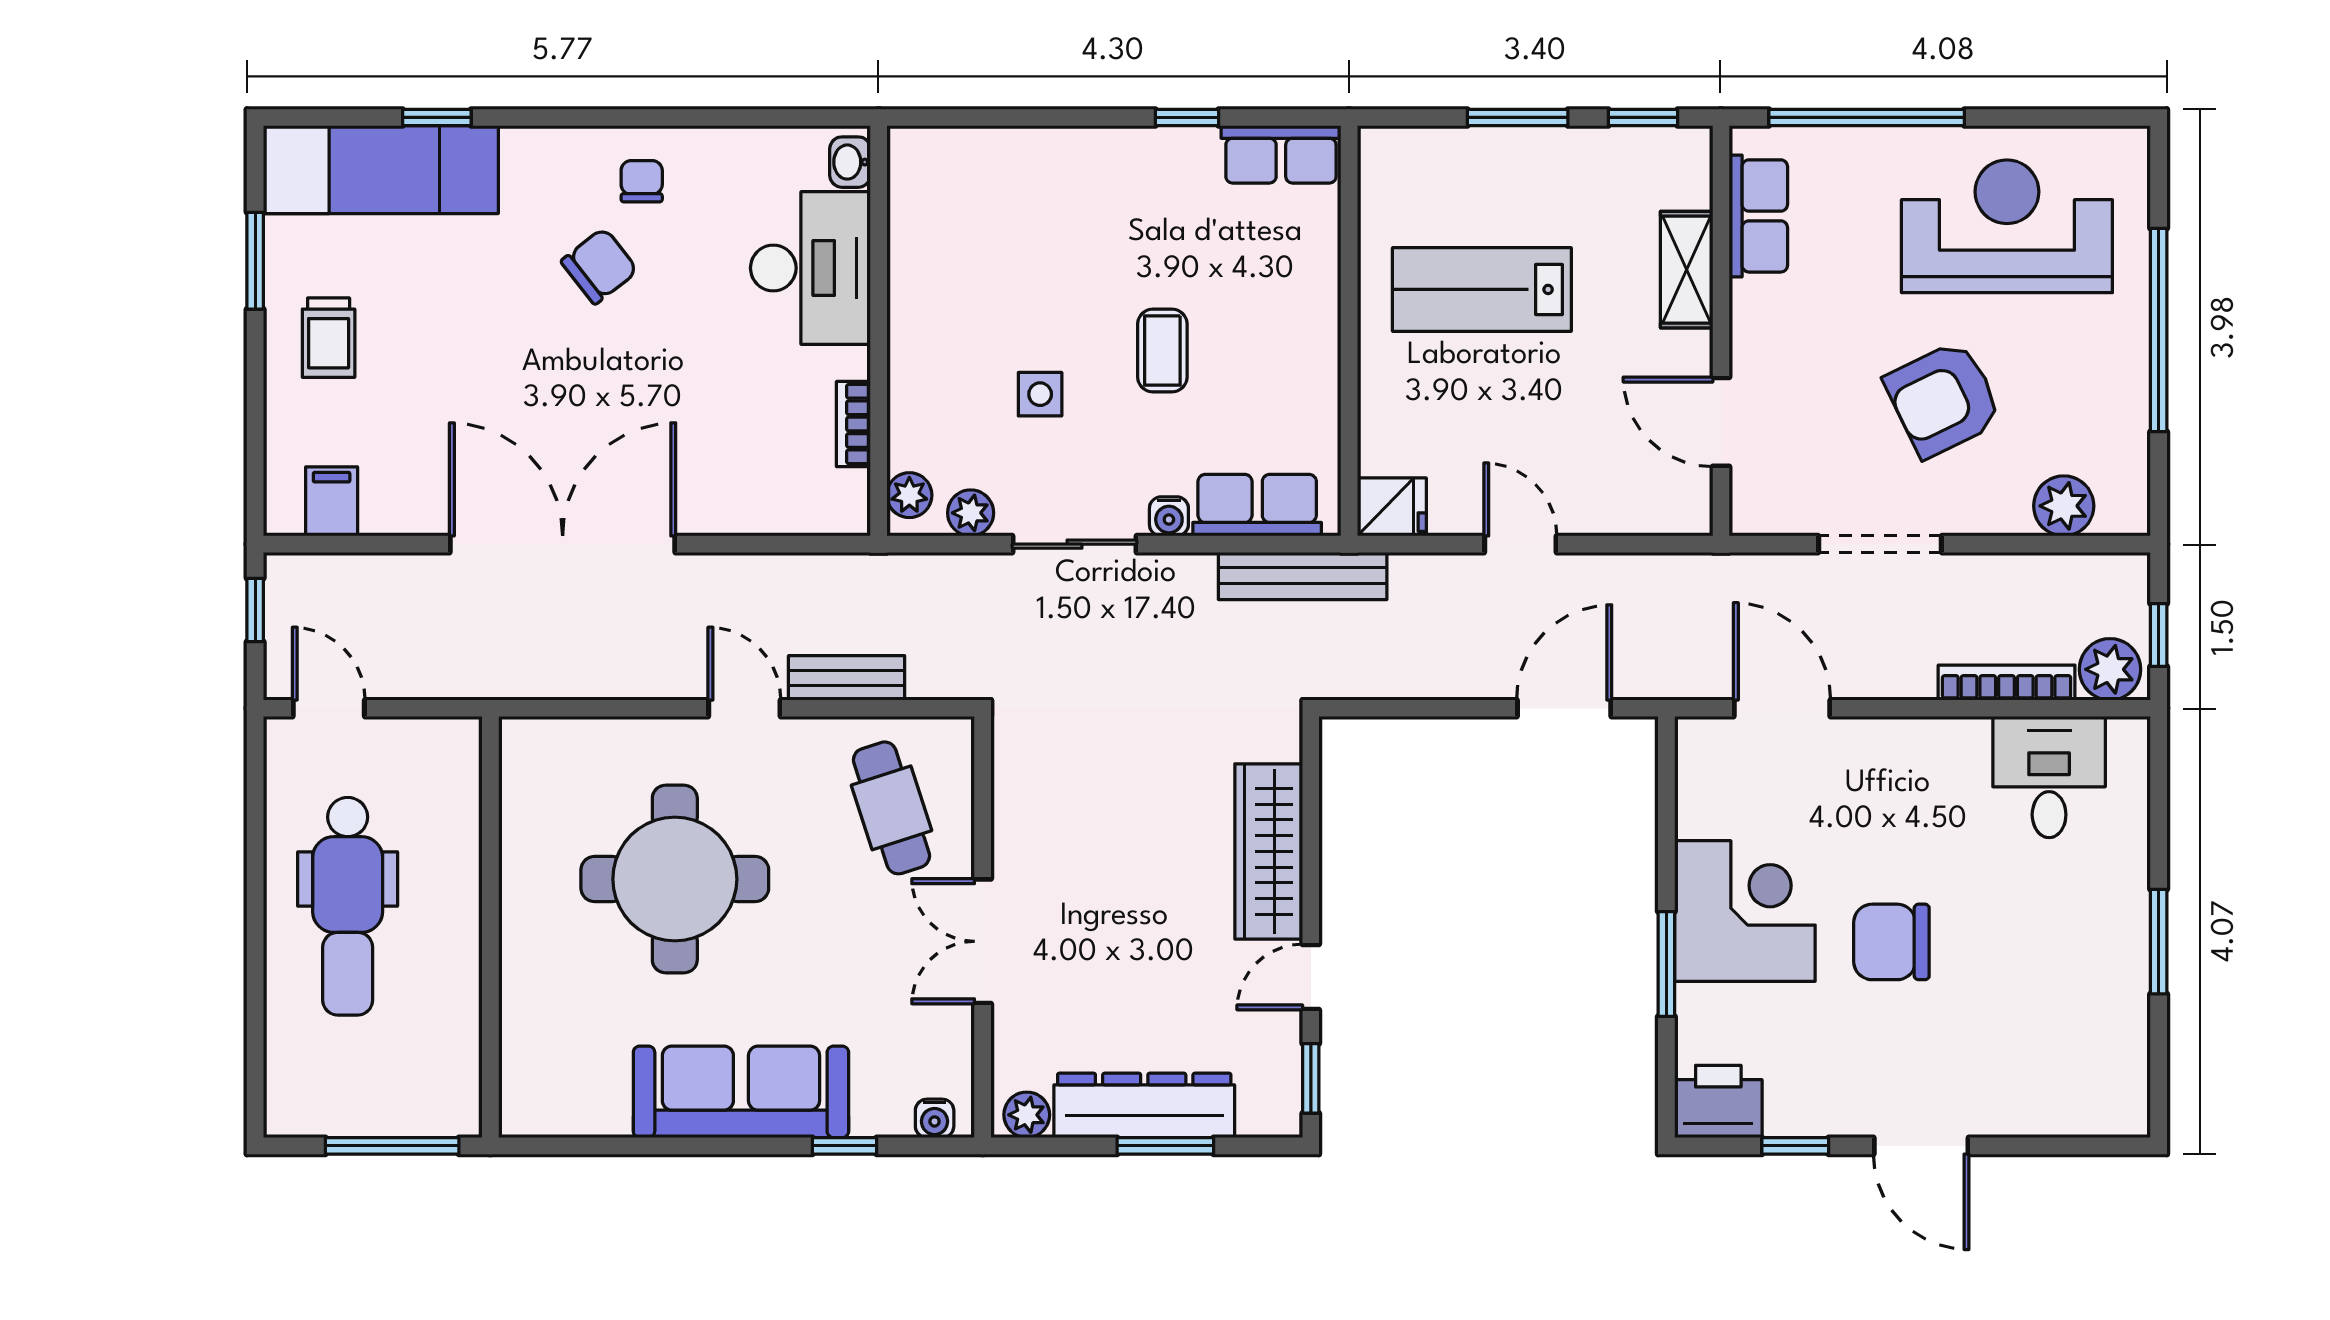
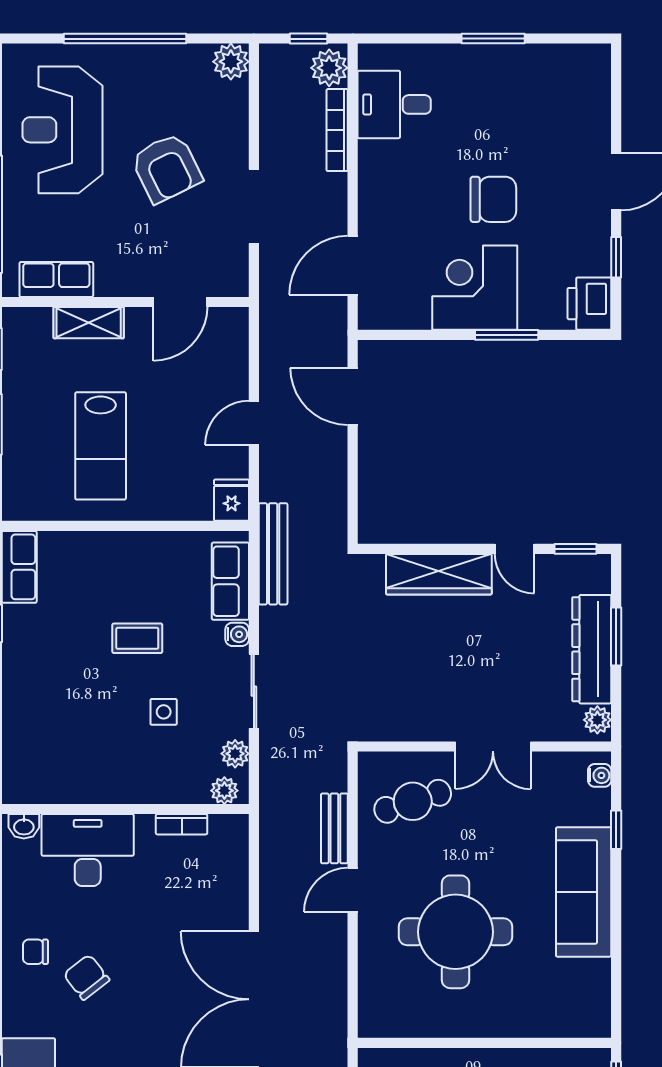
plant: (2064, 506) -> (231, 62), moved
chair: (1891, 942) -> (493, 199), turned -90

